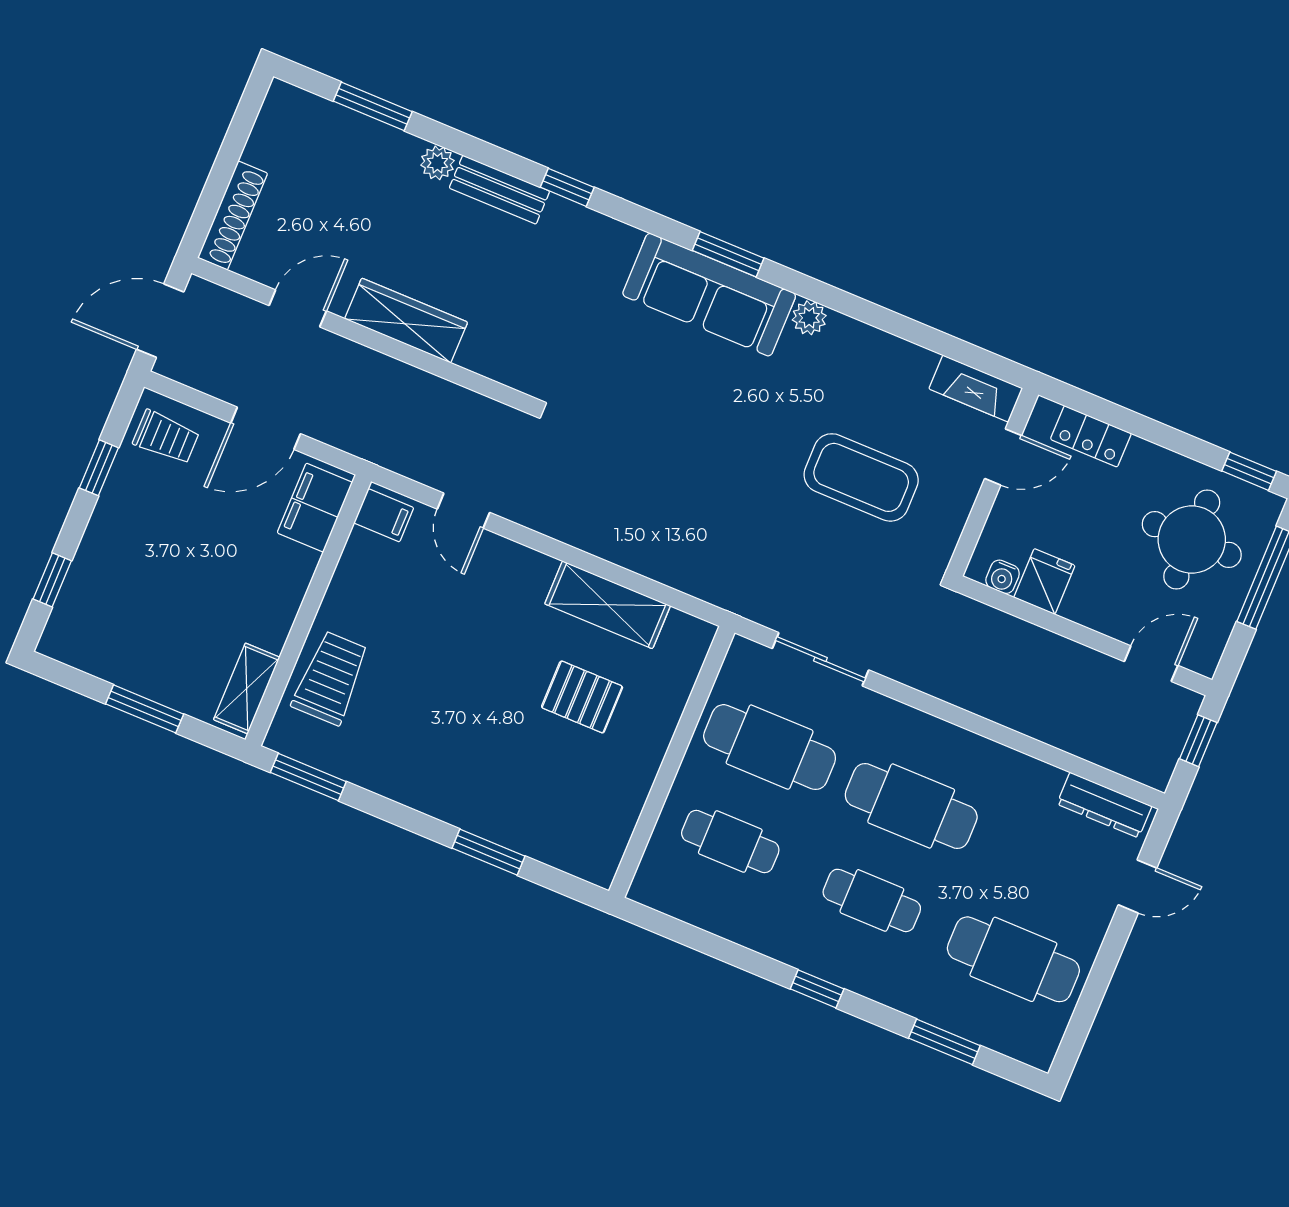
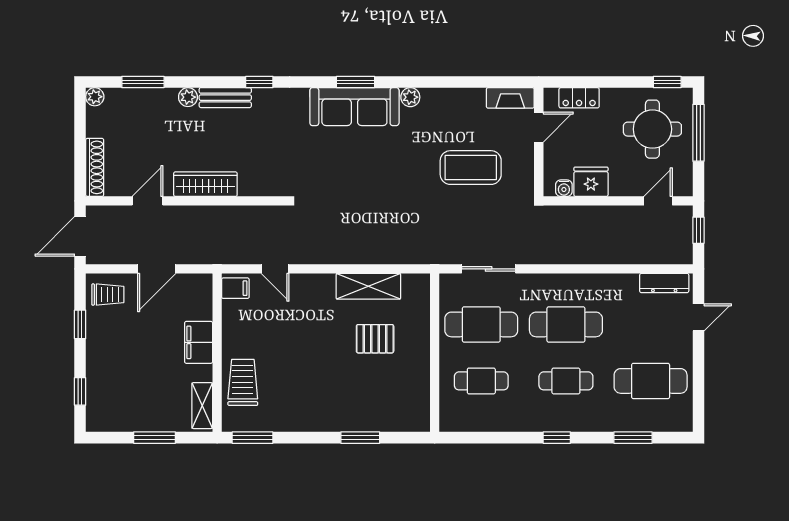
plant: (282, 97) -> (95, 97), added
filing cabinet: (315, 508) -> (199, 342), moved
fridge: (1044, 581) -> (591, 182), width x1.38

